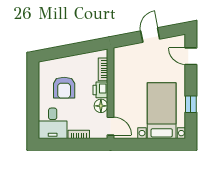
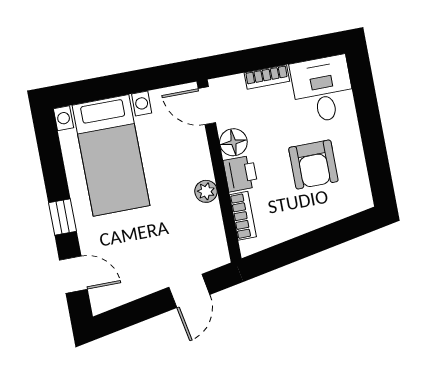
door: (150, 35) -> (189, 291), moved
plant: (119, 84) -> (206, 191), added
armchair: (64, 88) -> (313, 164), turned 180
window: (191, 104) -> (63, 217), moved

